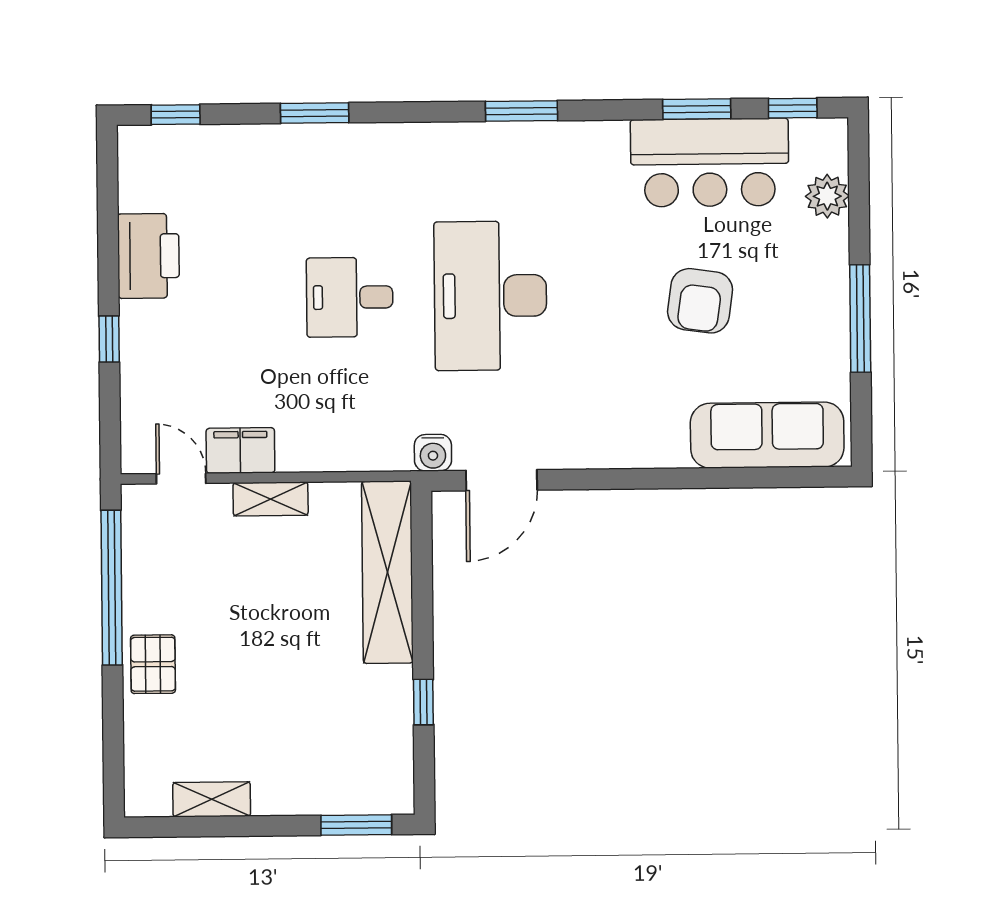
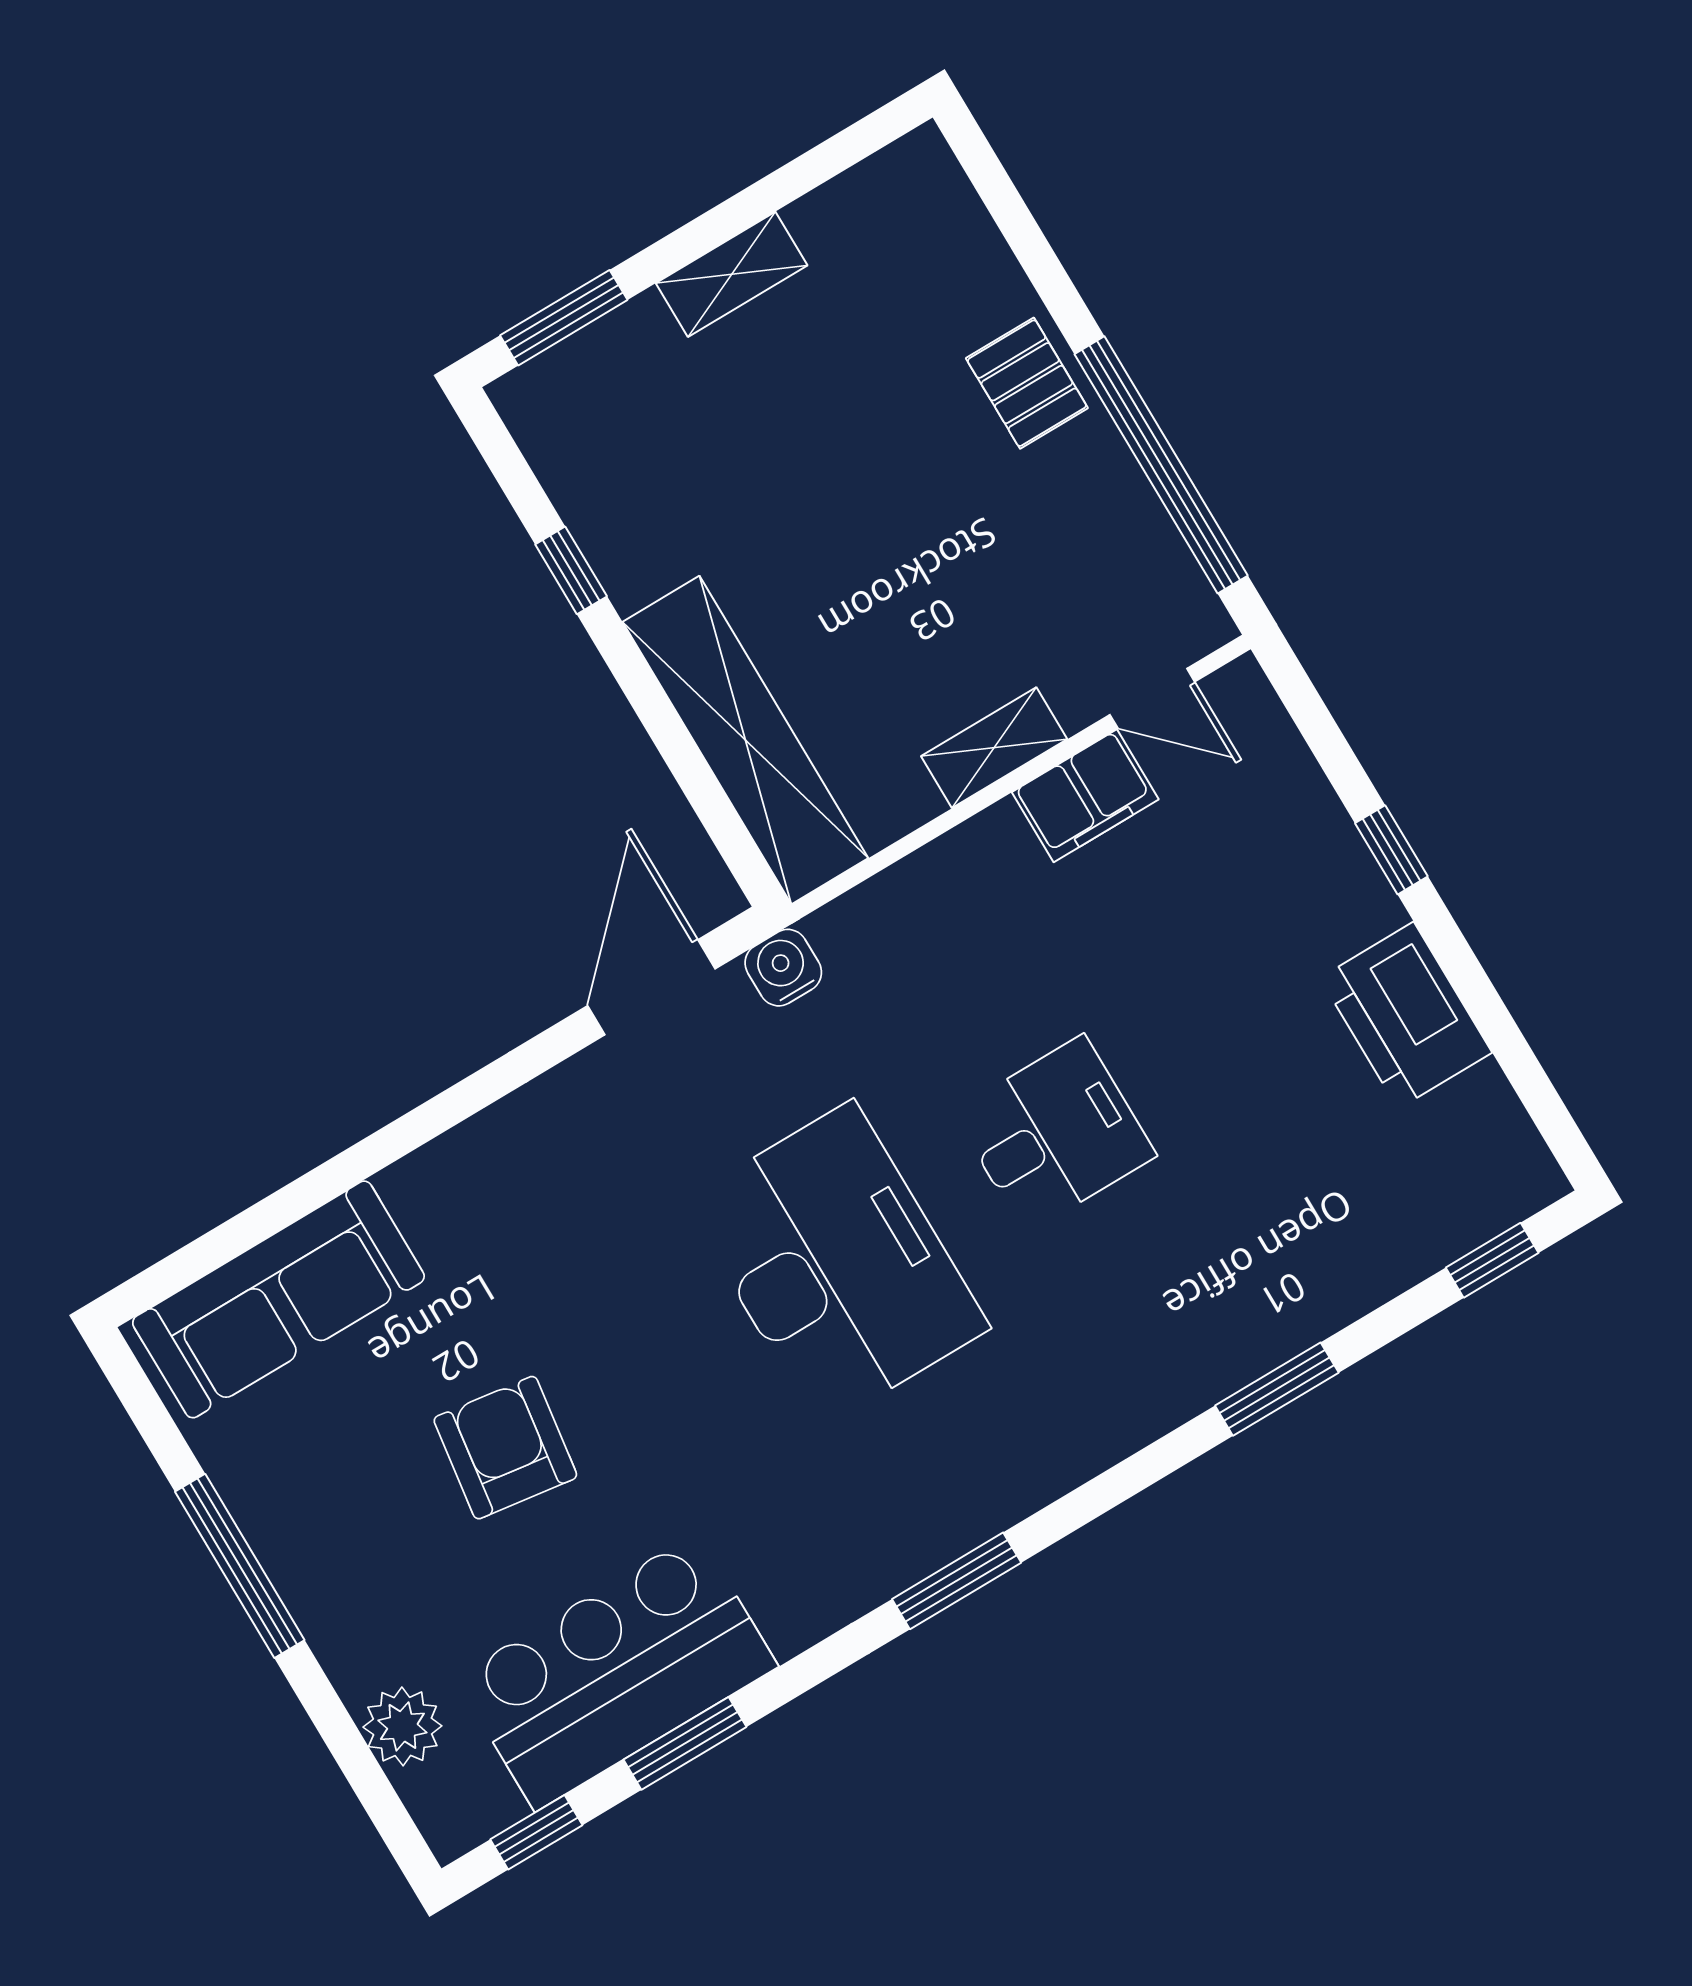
shelving: (212, 799) -> (732, 274), moved

